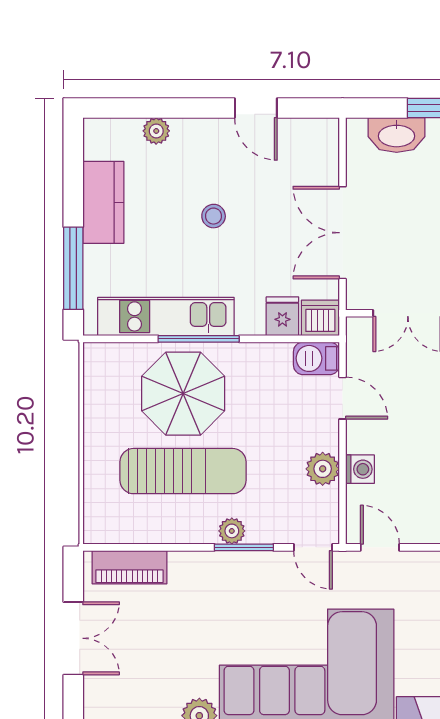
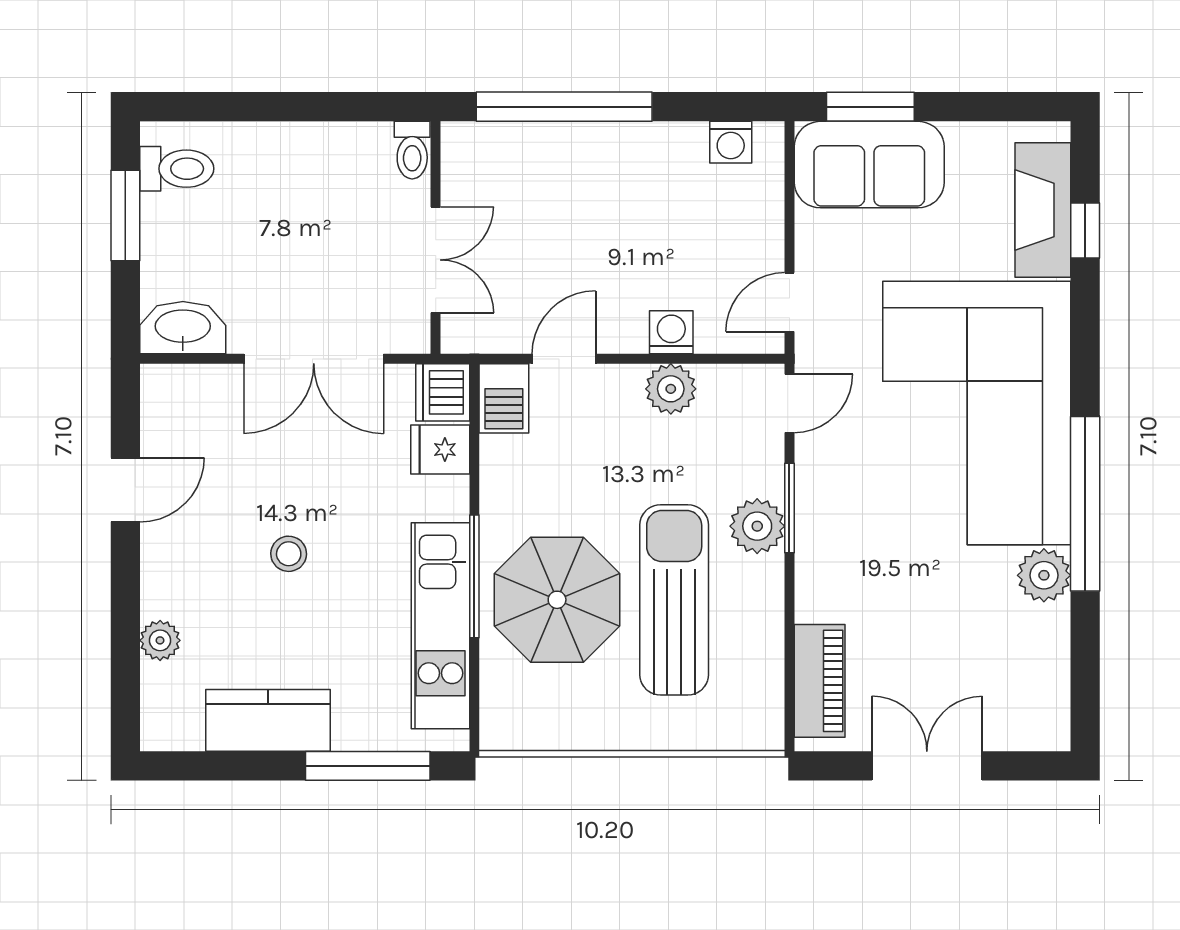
washbasin: (397, 135) -> (183, 328), moved, turned -90
plant: (232, 531) -> (757, 526), width x1.38, depth x1.38

